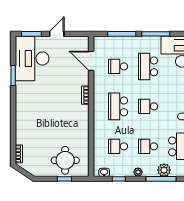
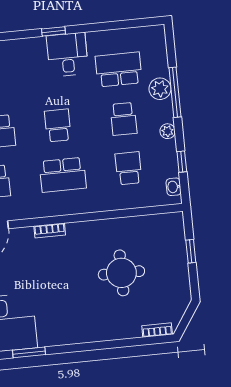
school desk: (148, 106) -> (58, 125), turned 180
school desk: (118, 146) -> (128, 168), turned 180
round table: (65, 160) -> (121, 273), moved

